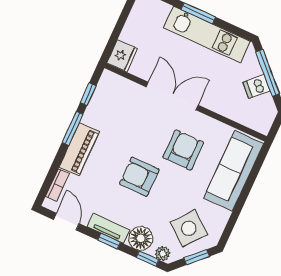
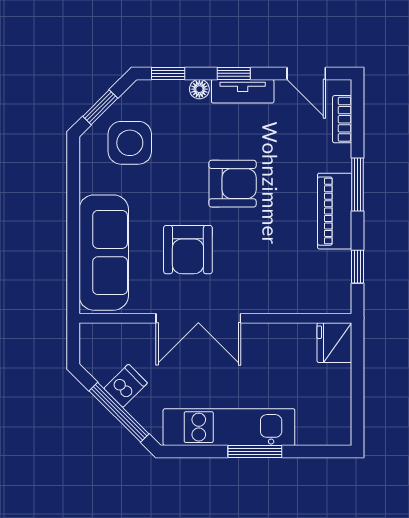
double door: (172, 96) -> (198, 318), moved
window: (72, 128) -> (358, 184), moved
piano: (79, 149) -> (335, 211), moved
side table: (189, 228) -> (130, 143), turned -38
floor lamp: (141, 238) -> (199, 89), width x0.53, depth x0.53
plant: (163, 253) -> (150, 91), removed

